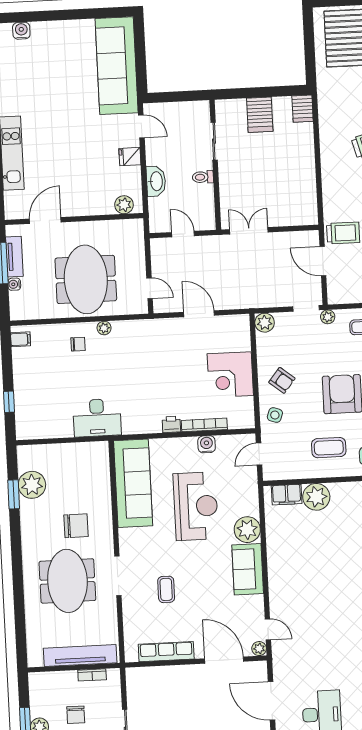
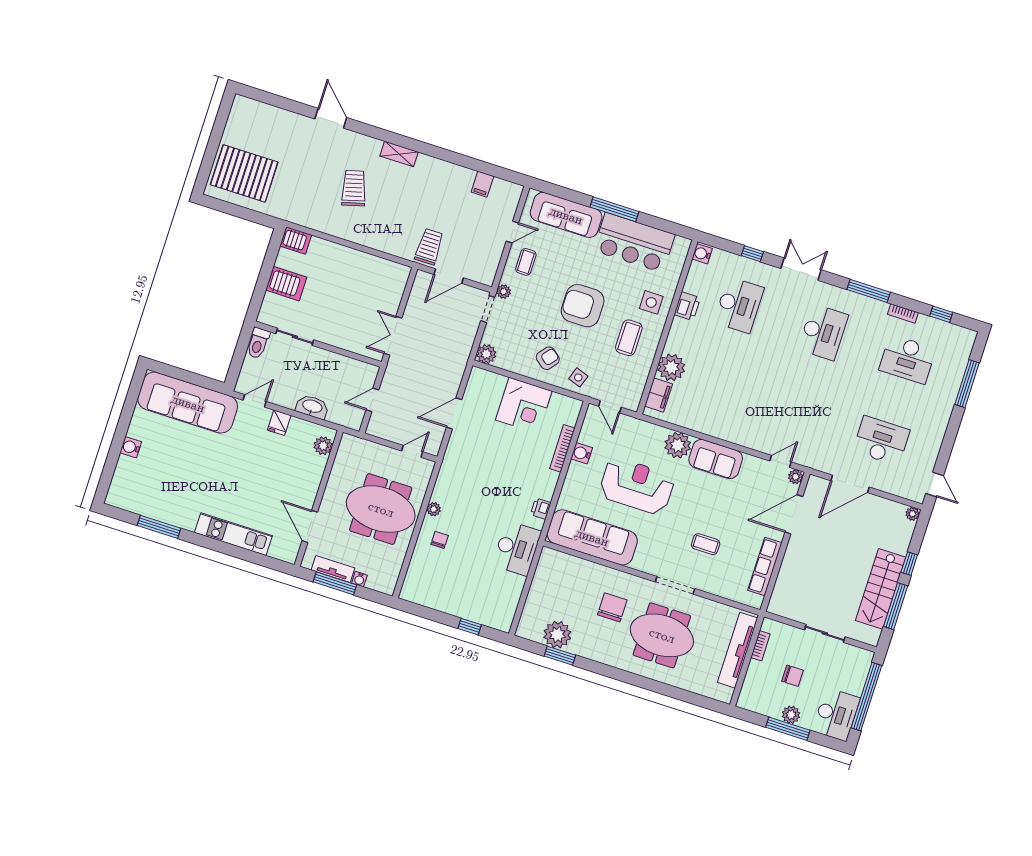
water cooler: (21, 31) -> (131, 447), moved
toilet: (203, 177) -> (258, 343), moved, width x1.37, depth x1.39
filing cabinet: (21, 339) -> (414, 593), removed
printer: (171, 424) -> (541, 509), moved

